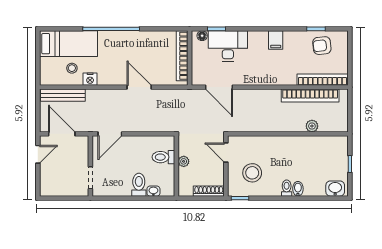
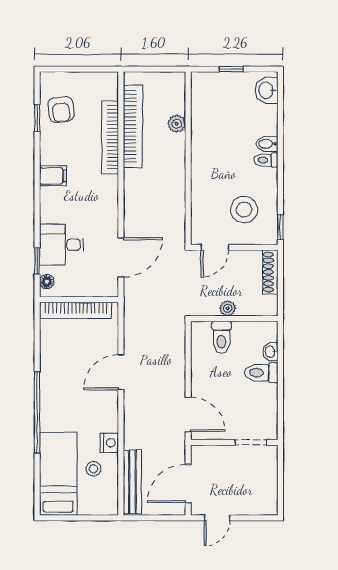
desk: (228, 46) -> (62, 245), width x0.73
bookcase: (323, 80) -> (110, 137), moved
door: (38, 154) -> (217, 518), swing flipped

